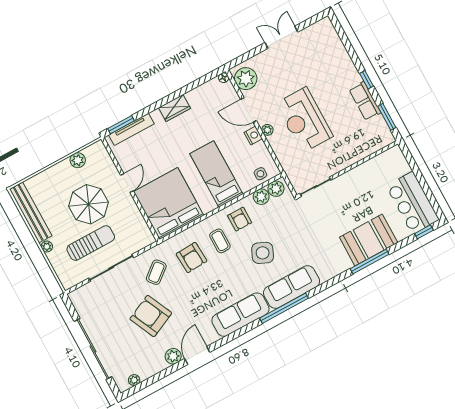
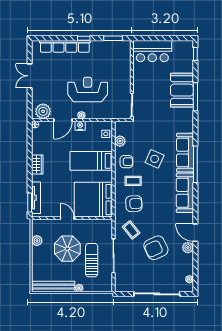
row of seats: (365, 101) -> (65, 46), moved, width x2.02
reception desk: (304, 120) -> (88, 89), turned 180
plant: (276, 189) -> (120, 129), removed
bar counter: (413, 203) -> (152, 51), moved

